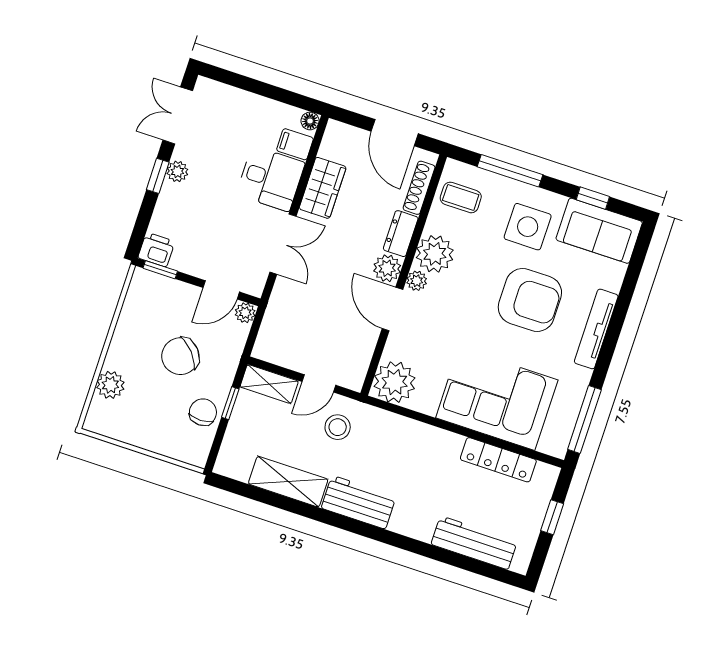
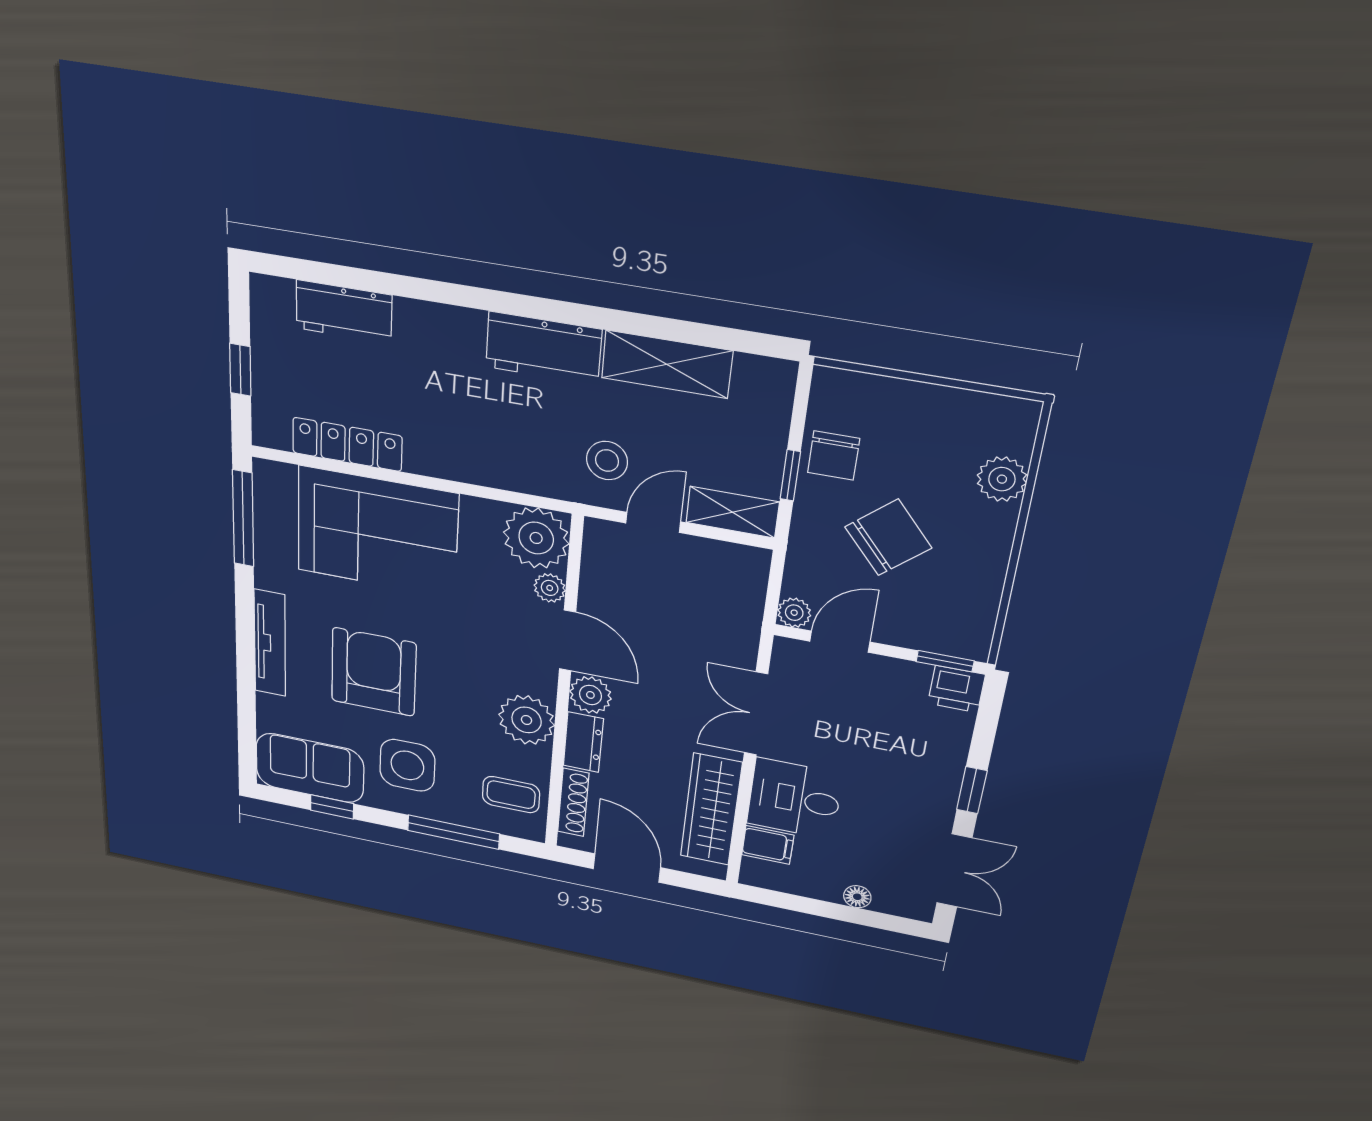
floor lamp: (310, 121) -> (857, 897), moved
plant: (177, 171) -> (941, 798), removed
wardrobe: (323, 188) -> (711, 810), width x1.50
plant: (417, 281) -> (550, 588), moved
armchair: (530, 300) -> (374, 672), turned 90
workbench: (474, 543) -> (344, 312), width x0.73

